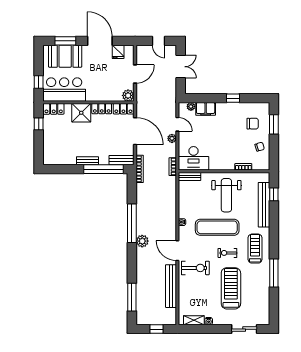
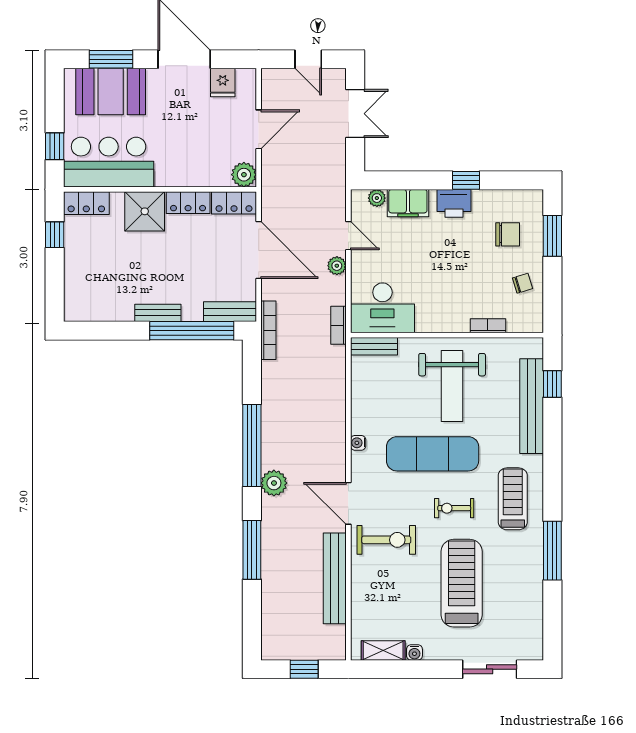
printer: (227, 109) -> (454, 203), added
window: (132, 297) -> (252, 550), moved

